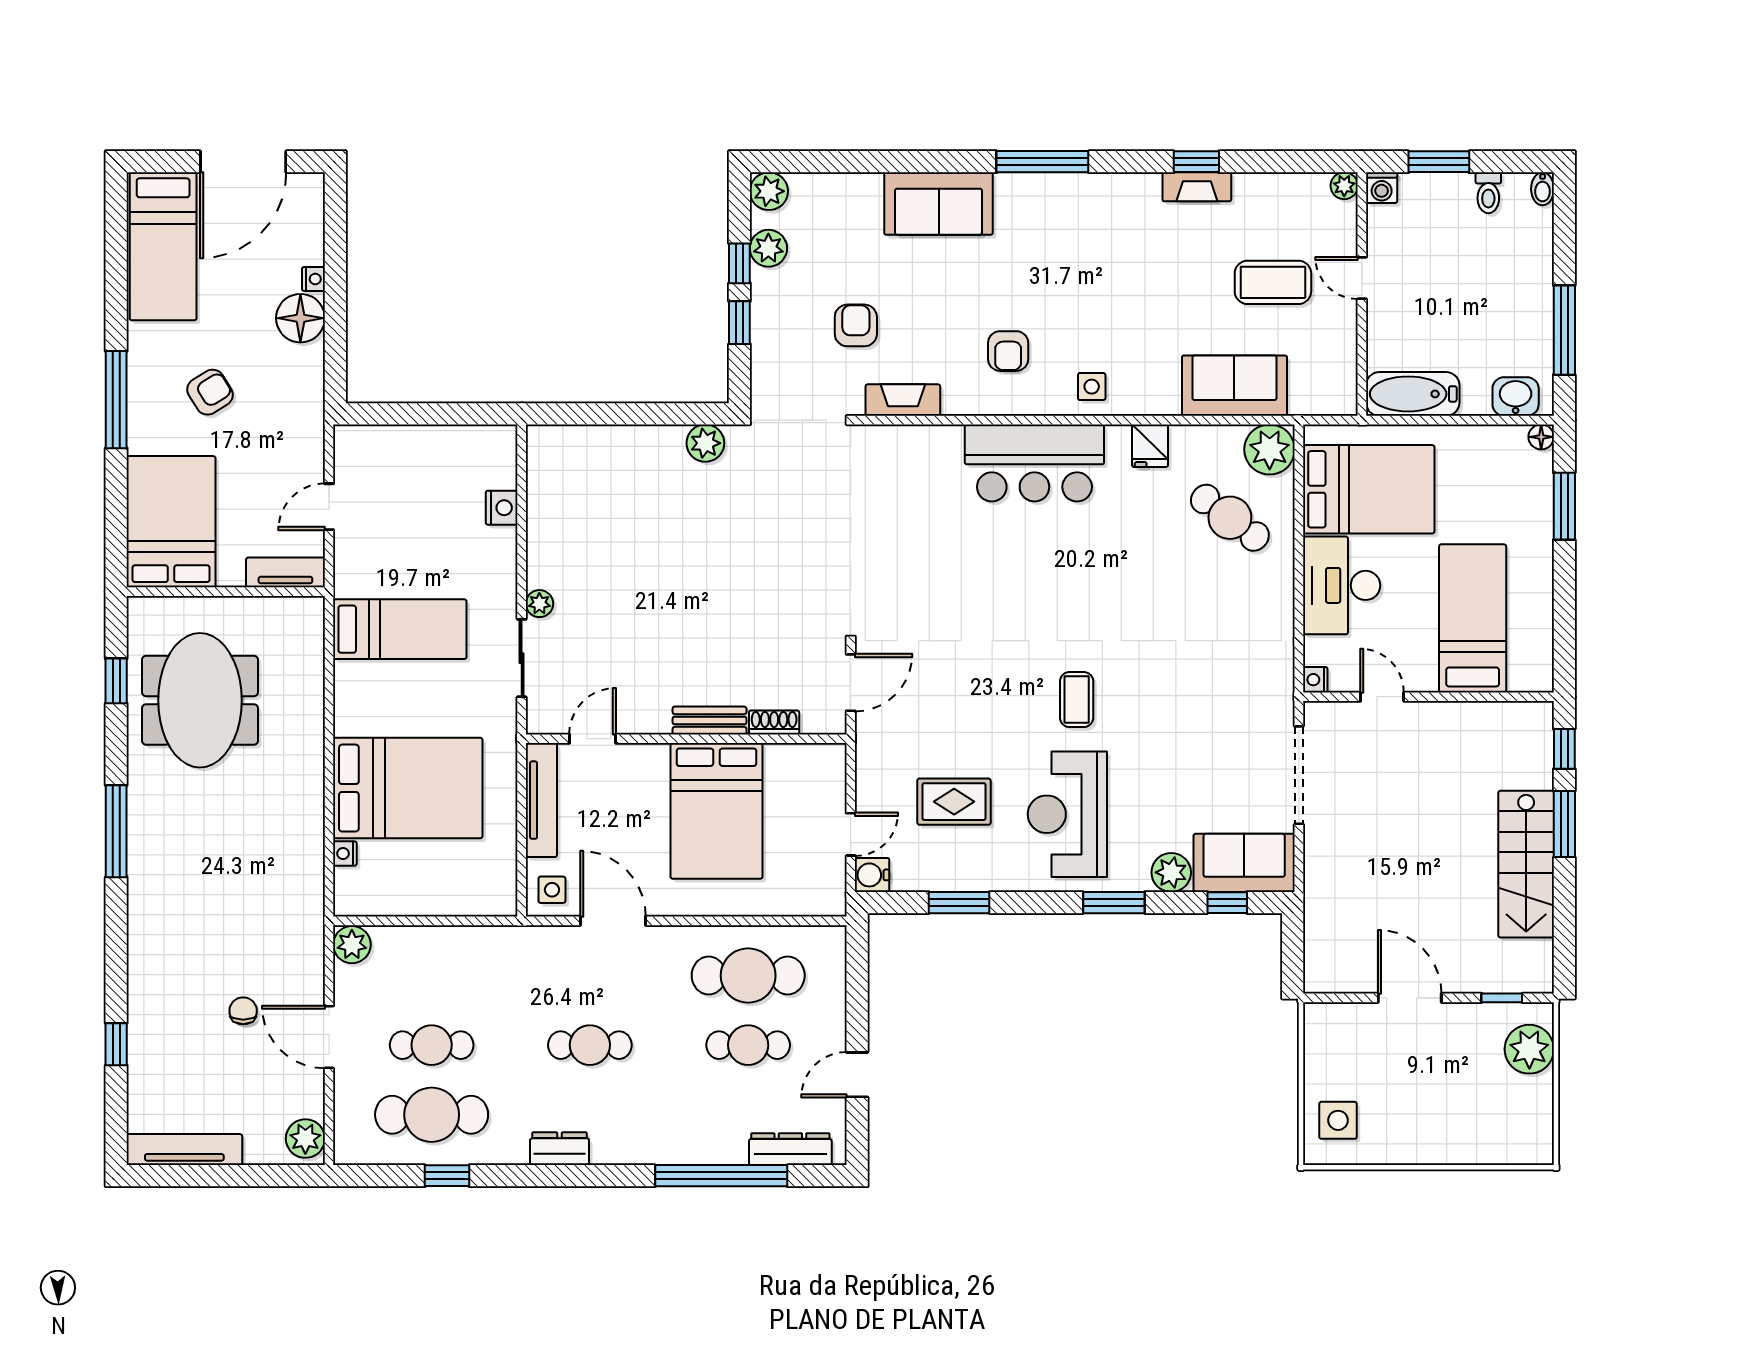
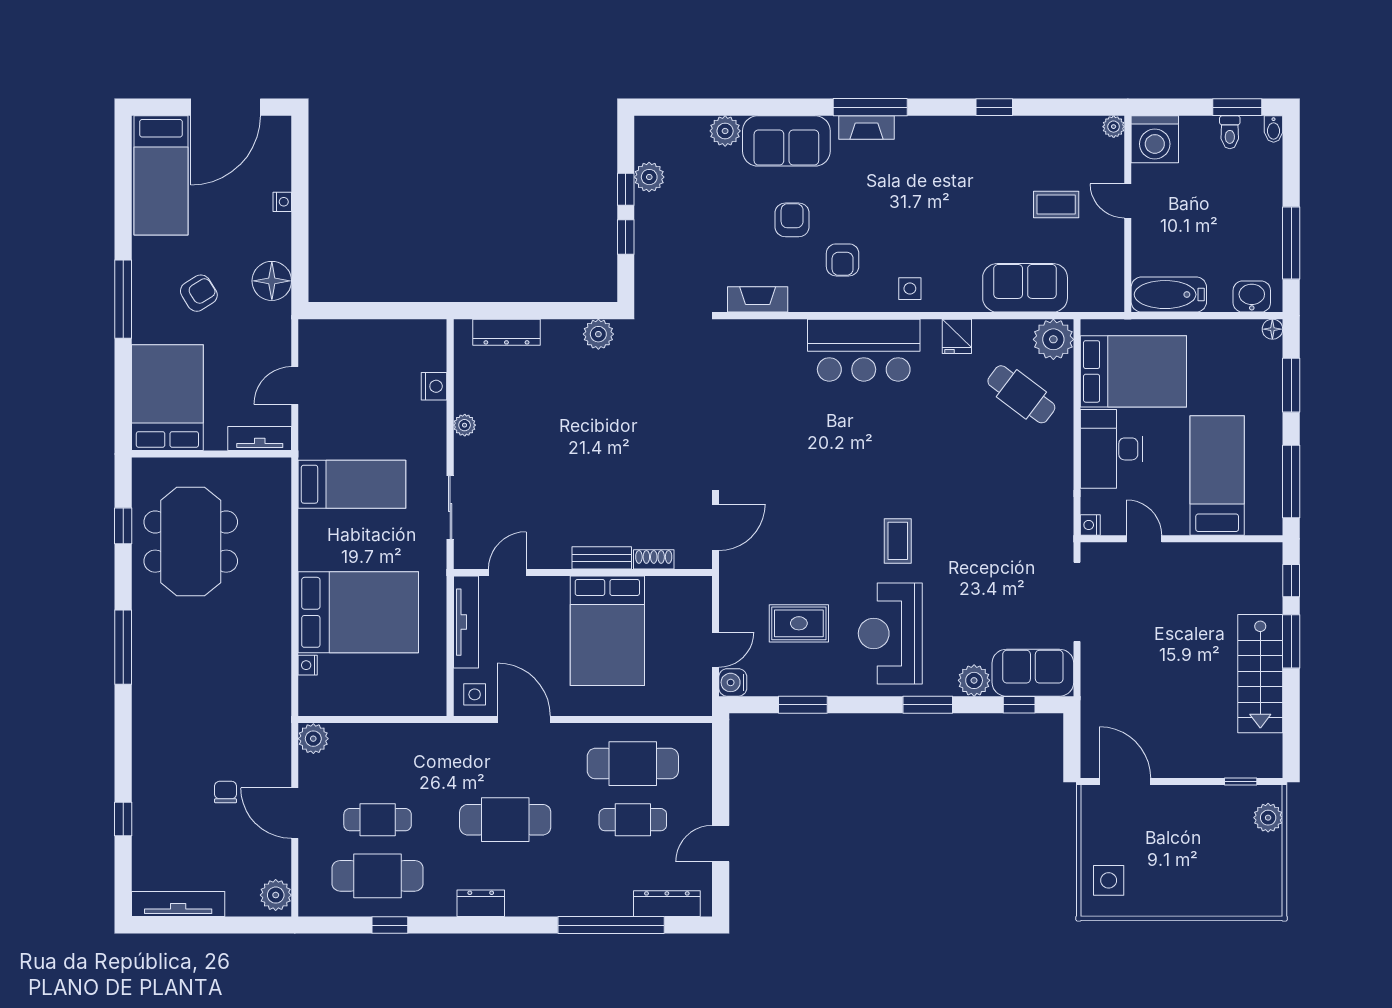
window: (1439, 162) -> (1237, 107), moved
fireplace: (1197, 187) -> (866, 127), moved
washing machine: (1382, 188) -> (1155, 139), width x1.89, depth x1.89
plant: (769, 191) -> (725, 131), moved
coffee table: (1273, 282) -> (1056, 205), width x0.73, depth x0.77
floor lamp: (300, 318) -> (272, 281), moved
armchair: (856, 325) -> (792, 220), moved
dresser: (591, 441) -> (506, 332), added
plant: (539, 604) -> (465, 425), moved
window: (1564, 626) -> (1291, 482), added
door: (1410, 998) -> (1125, 782), moved
cafe table: (590, 1045) -> (505, 820), width x1.37, depth x1.35
plant: (1529, 1049) -> (1268, 818), width x0.73, depth x0.73

